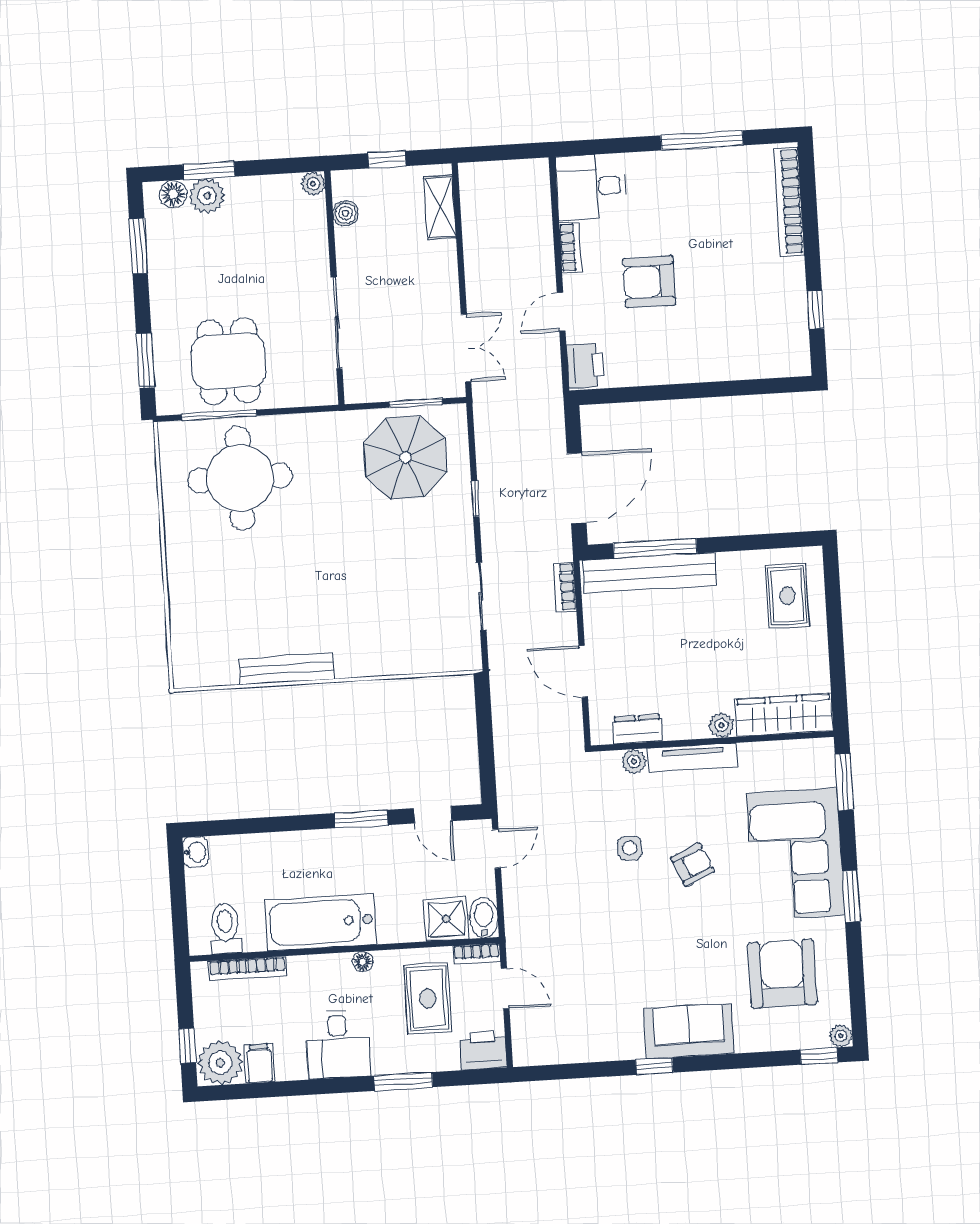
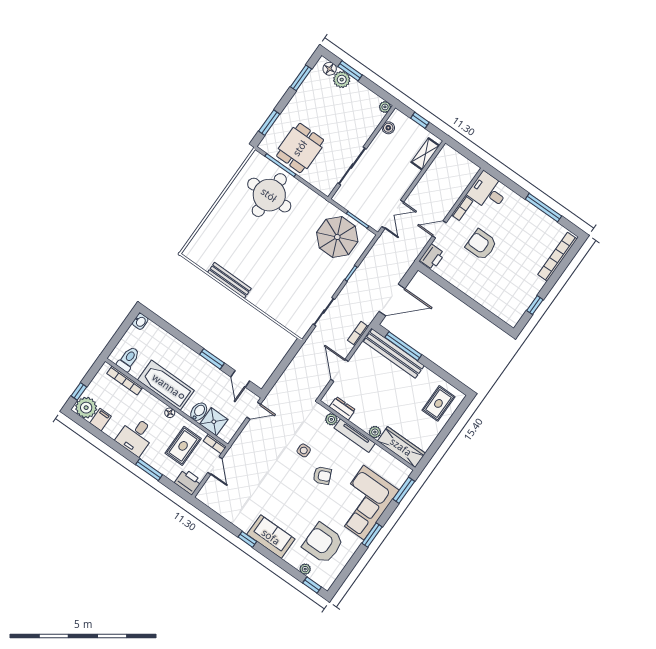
bidet: (484, 918) -> (199, 412), moved
armchair: (782, 974) -> (323, 543), turned -90
plant: (841, 1036) -> (305, 569), moved

